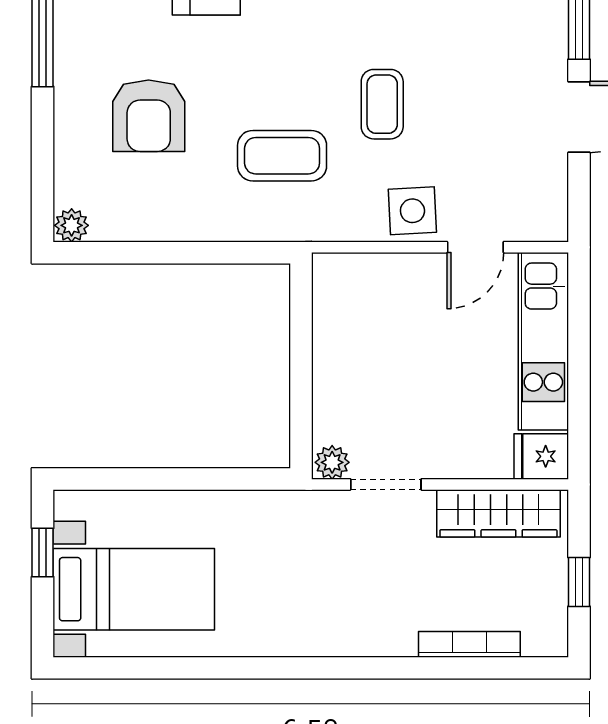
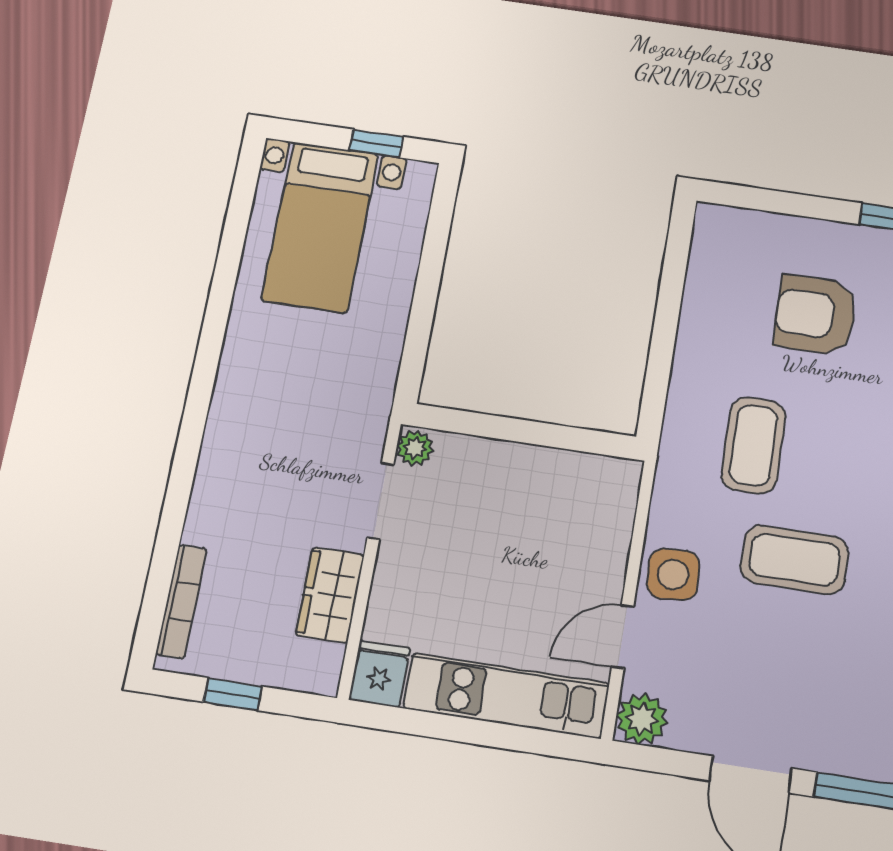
coffee table: (382, 104) -> (795, 560), width x1.36, depth x1.30
plant: (72, 225) -> (642, 719), moved, width x1.38, depth x1.38
door: (475, 247) -> (623, 637), hinge flipped
wardrobe: (498, 513) -> (330, 595), width x0.67
bookcase: (469, 644) -> (181, 601), moved

